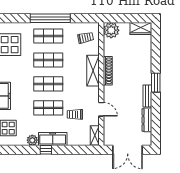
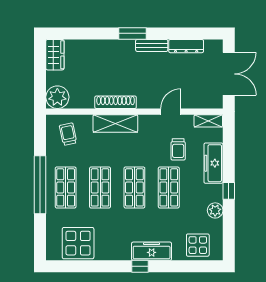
freezer: (53, 139) -> (213, 163), moved

